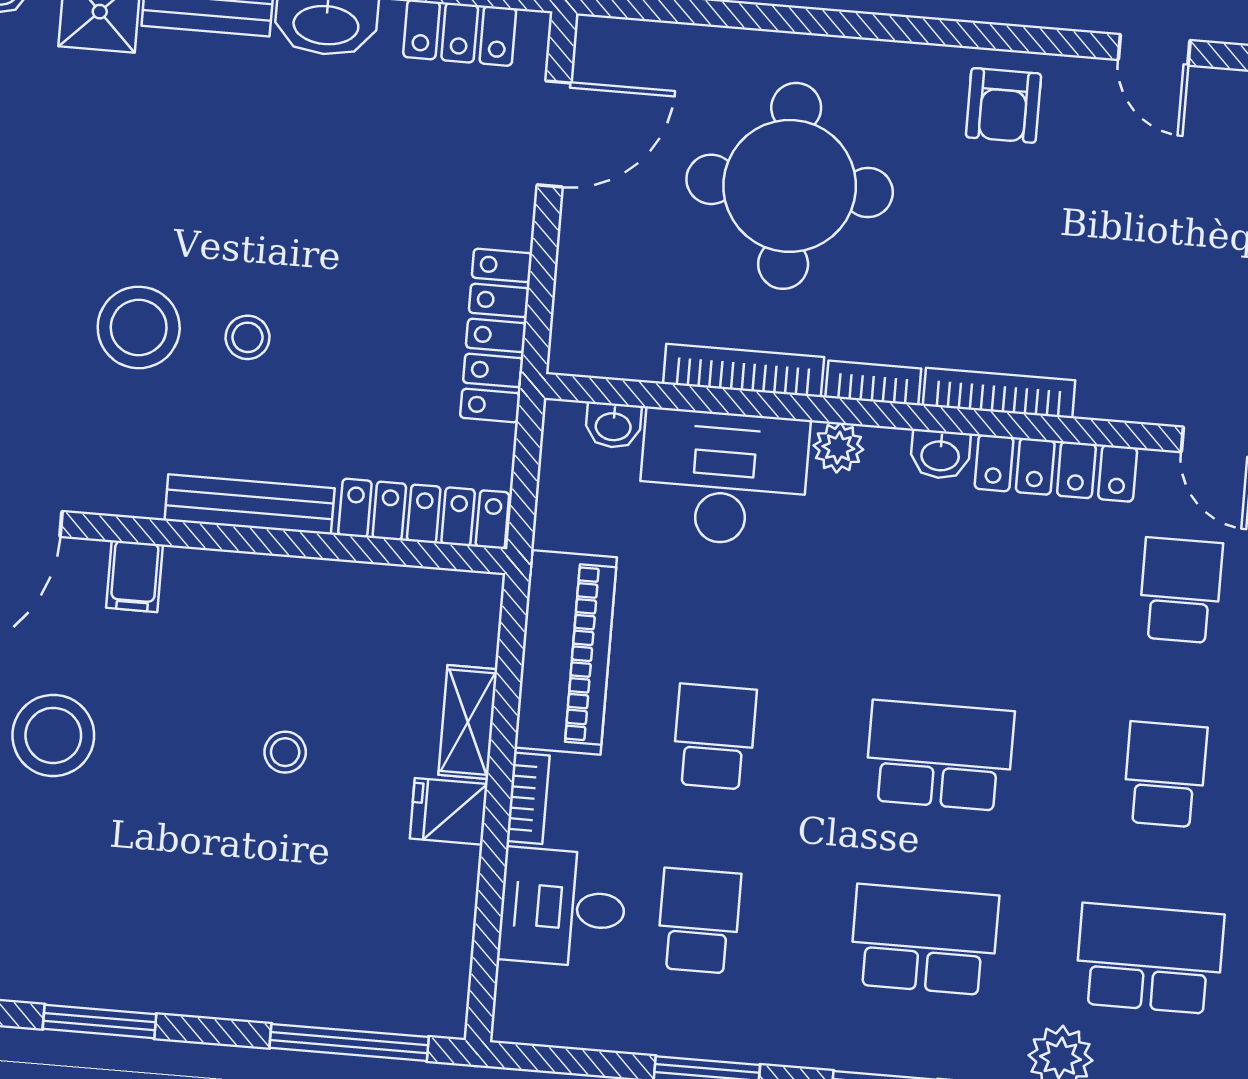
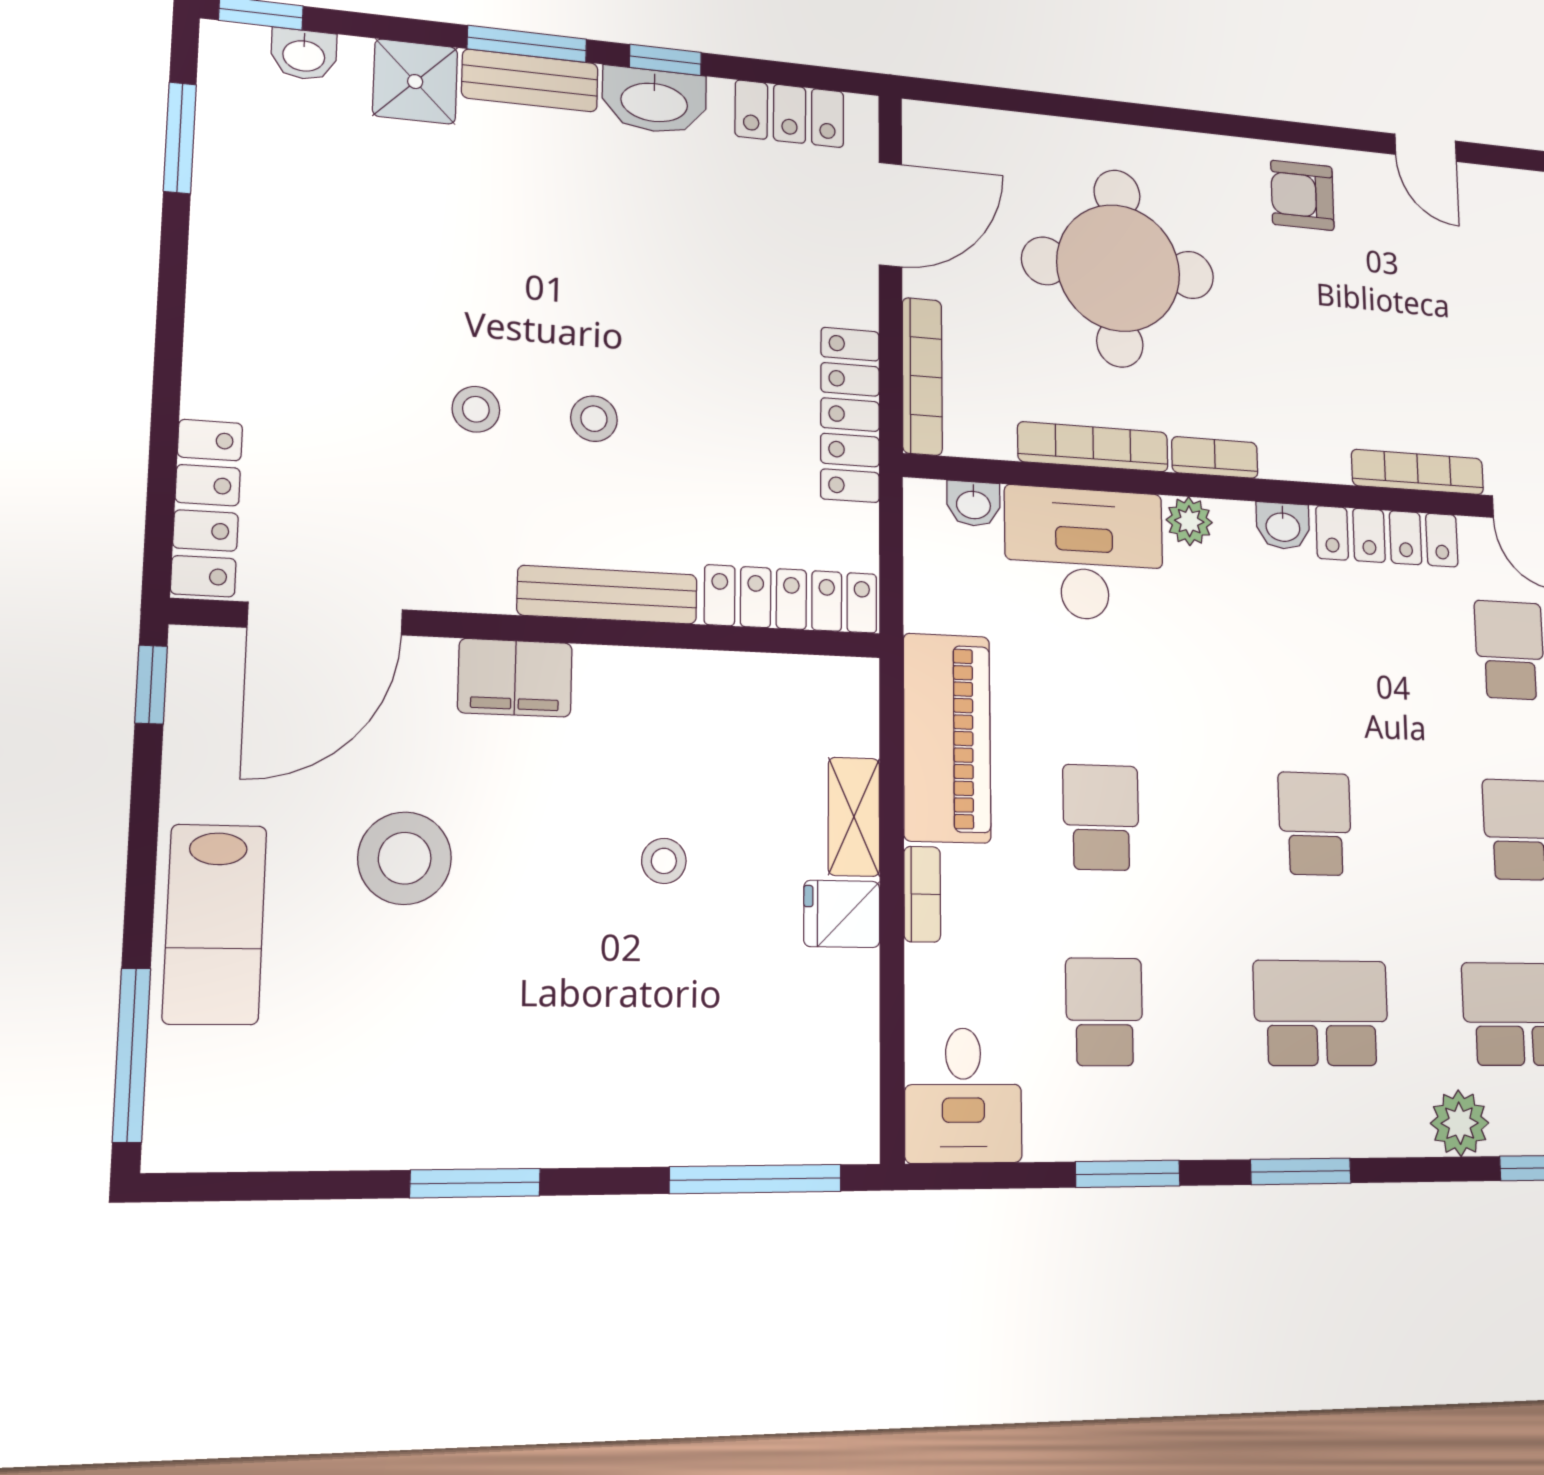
armchair: (1004, 105) -> (1302, 195), turned 90
bookcase: (572, 298) -> (922, 376), added
stool: (139, 327) -> (476, 409), width x0.53, depth x0.53
bookcase: (999, 393) -> (1418, 472), moved
filing cabinet: (135, 576) -> (515, 678), width x2.00
school desk: (940, 756) -> (1315, 824), width x0.54
desk: (563, 908) -> (963, 1095), moved, turned -90

